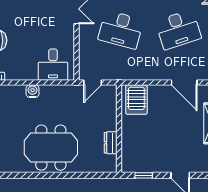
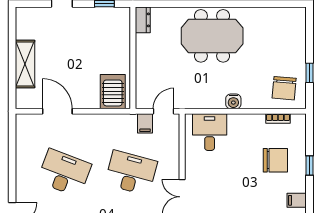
desk: (178, 30) -> (64, 173), turned 39
filing cabinet: (109, 72) -> (145, 123), added
dresser: (111, 143) -> (143, 20), moved

